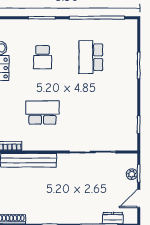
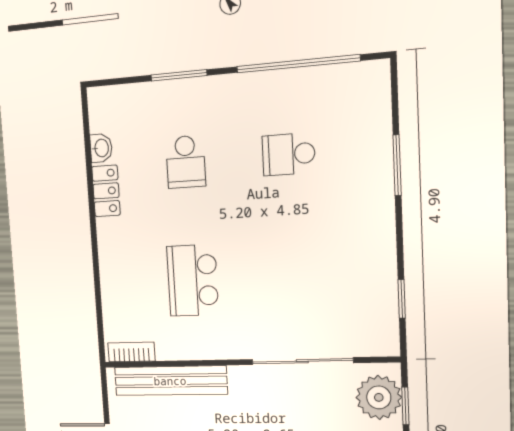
school desk: (91, 57) -> (289, 154), width x0.54
school desk: (43, 113) -> (193, 280), turned -90
plant: (132, 174) -> (379, 397), width x1.88, depth x1.88

